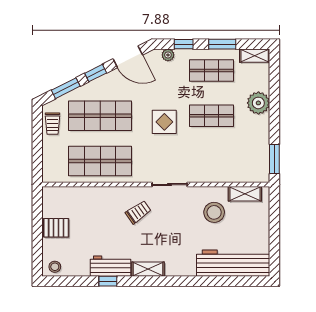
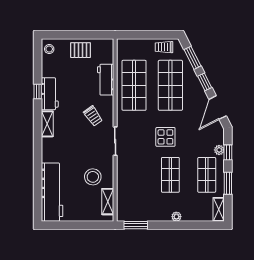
plant: (168, 55) -> (219, 150), moved
plant: (258, 103) -> (176, 217), width x0.53, depth x0.53
workbench: (93, 196) -> (106, 80), added
pallet: (56, 228) -> (80, 50), turned 90

